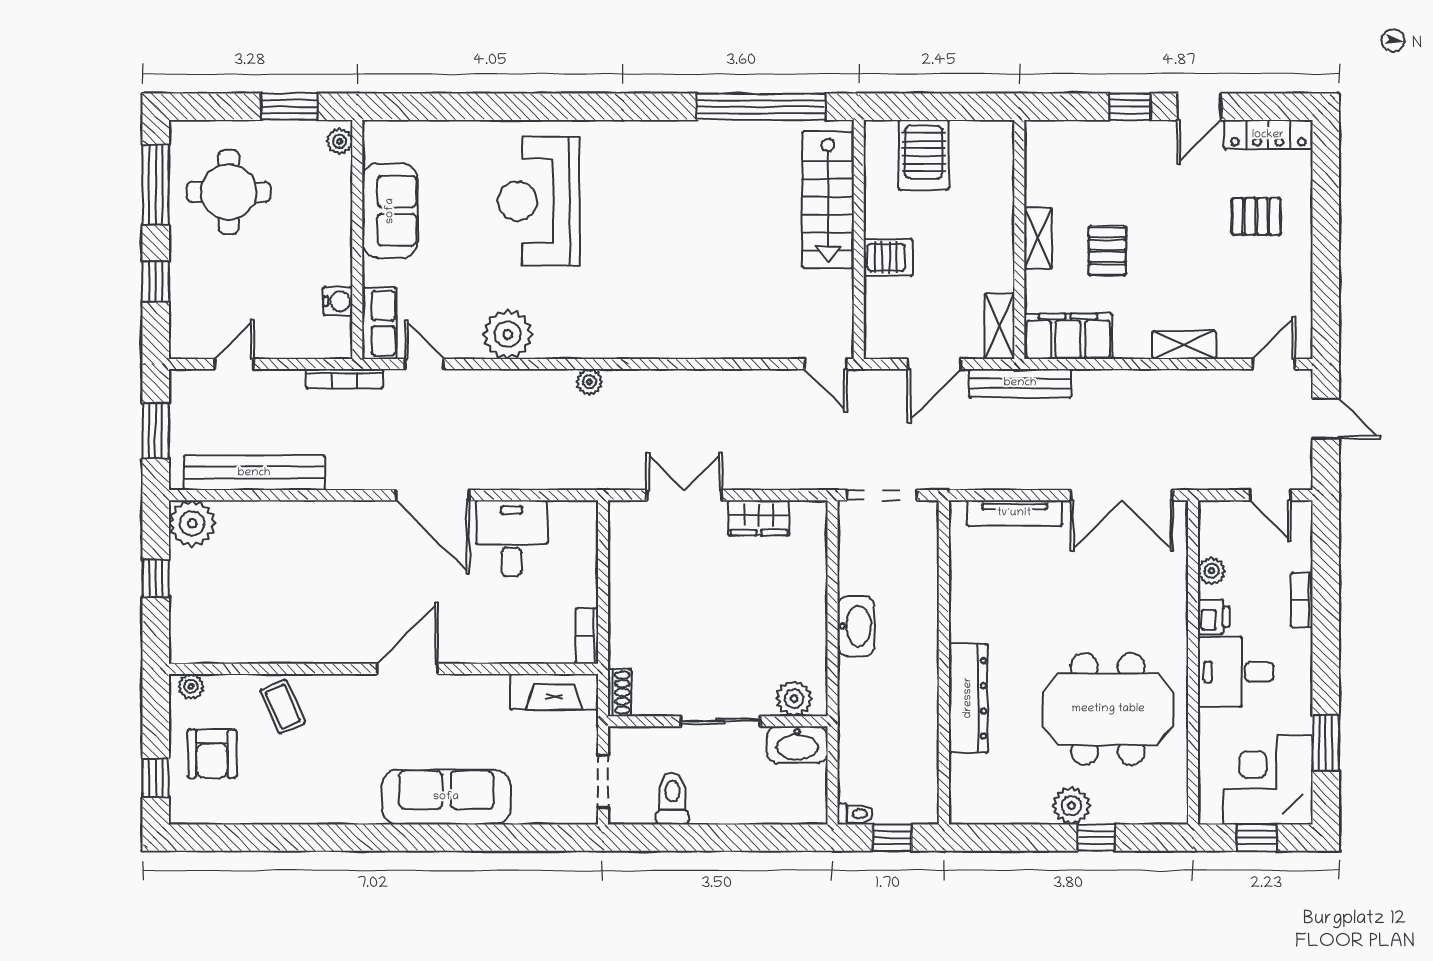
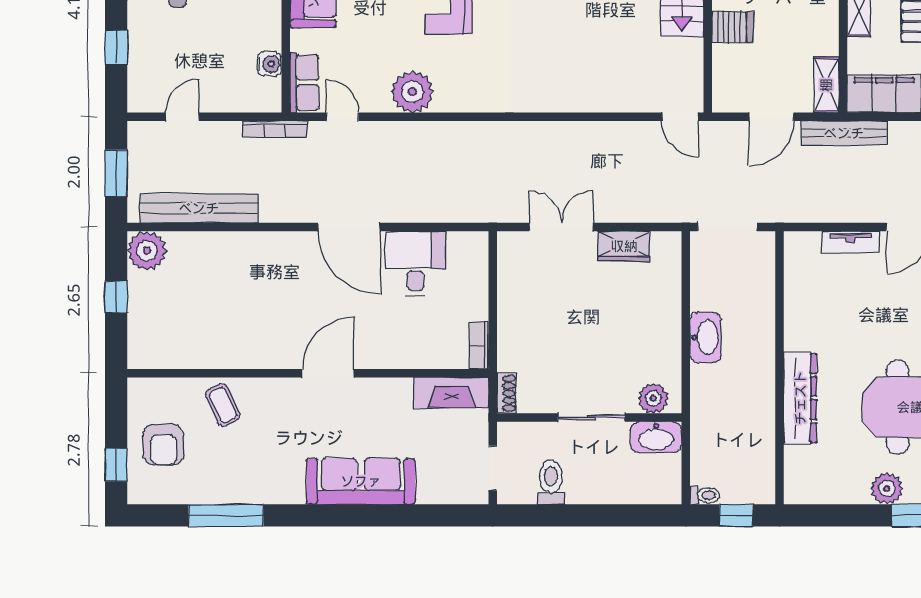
plant: (589, 382) -> (481, 132), removed
tv unit: (1014, 513) -> (851, 242), width x0.71
plant: (191, 686) -> (146, 388), removed
window: (286, 838) -> (226, 515), added

